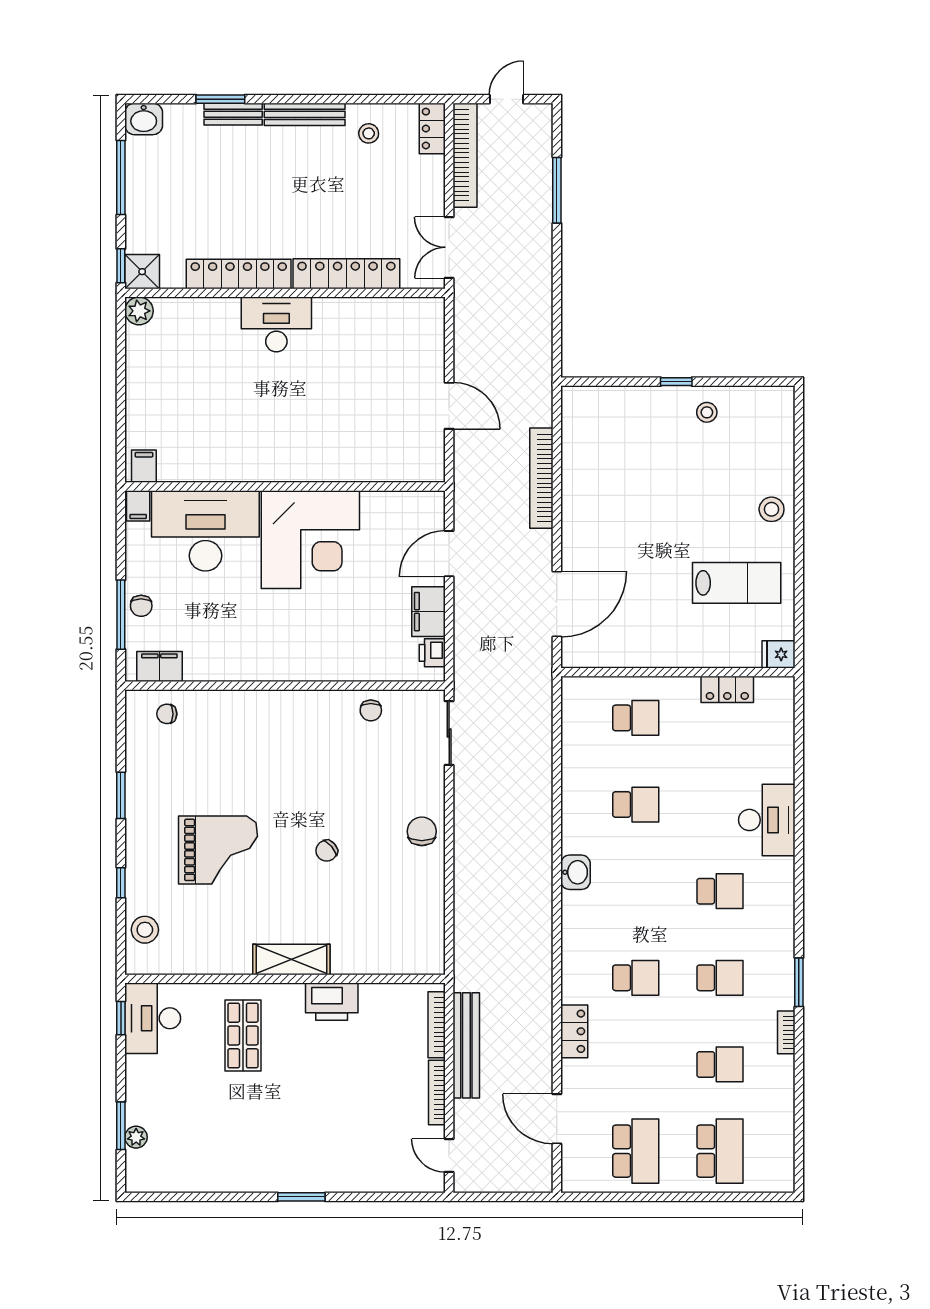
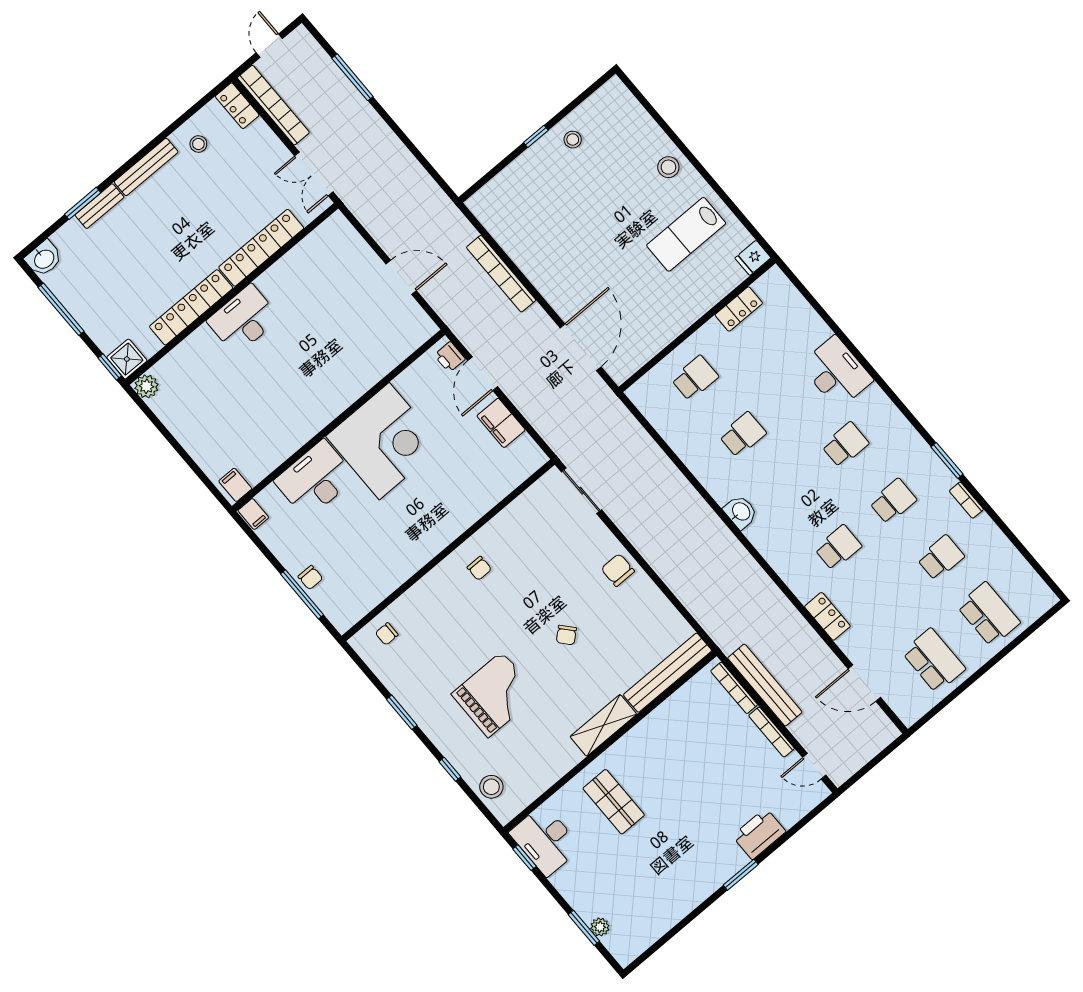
desk: (205, 531) -> (315, 479), width x0.73, depth x0.77
lab bench: (737, 583) -> (686, 234), turned 180
printer: (432, 653) -> (450, 357), moved
filing cabinet: (159, 666) -> (356, 607), removed
chair: (371, 710) -> (479, 568), moved
bench: (389, 961) -> (668, 673), added
printer: (332, 1002) -> (759, 834), moved, turned 180

